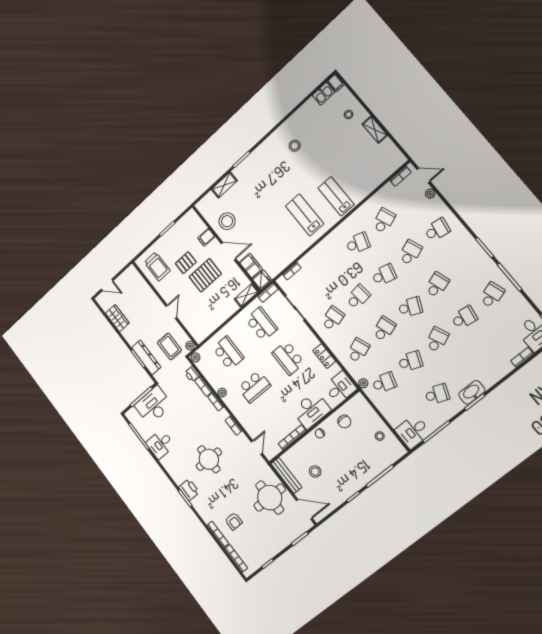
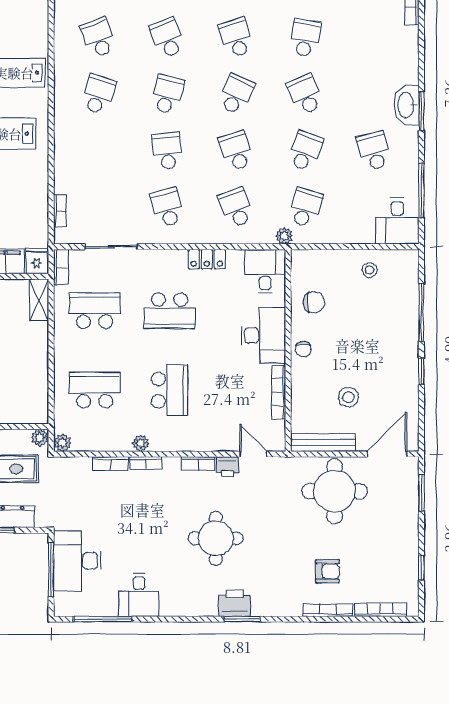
printer: (192, 374) -> (228, 467), moved
school desk: (437, 394) -> (374, 151), turned -36

